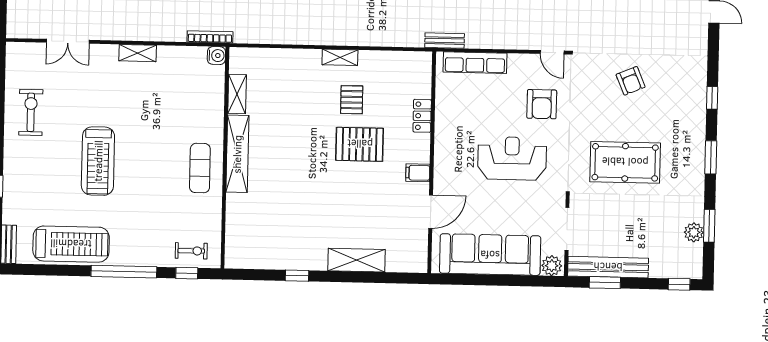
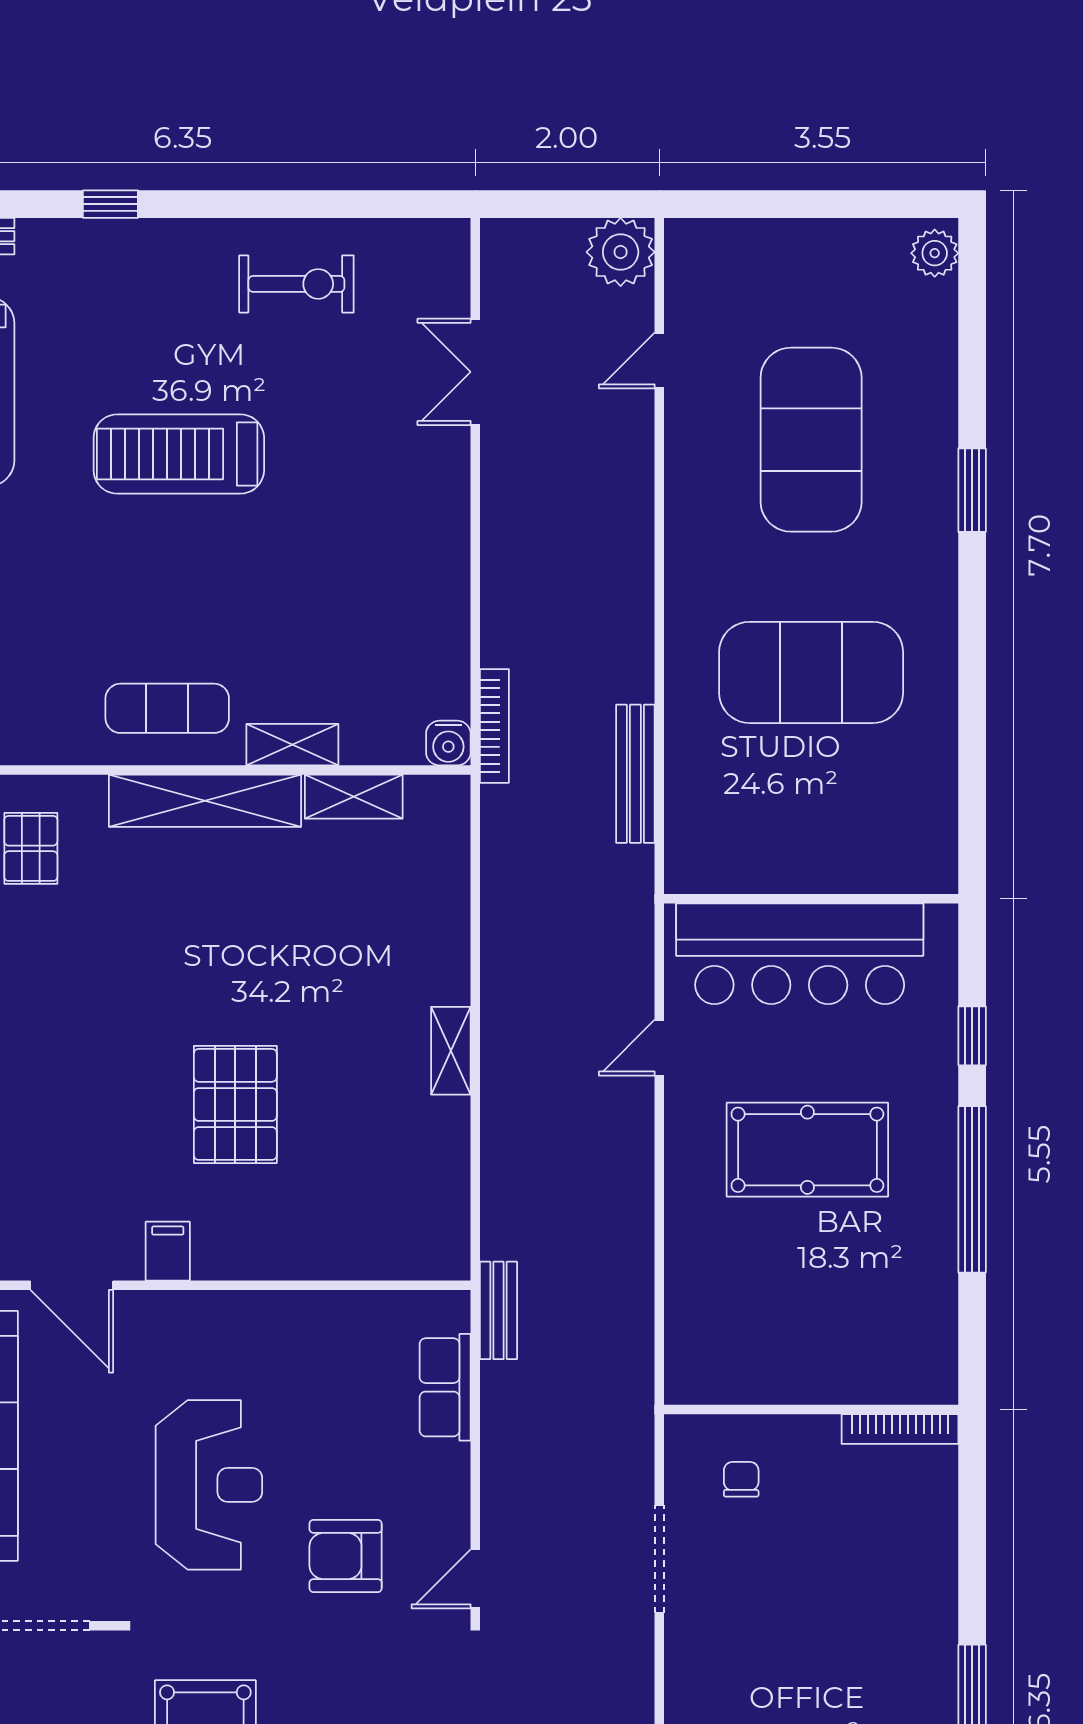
shelving: (138, 53) -> (292, 745), moved, turned 90
row of seats: (475, 63) -> (445, 1387), width x0.68
pallet: (352, 100) -> (31, 848), moved, turned 90
locker: (422, 116) -> (310, 1259), removed

